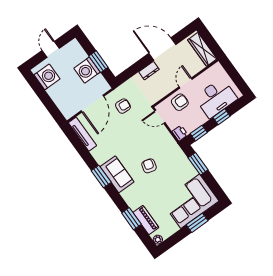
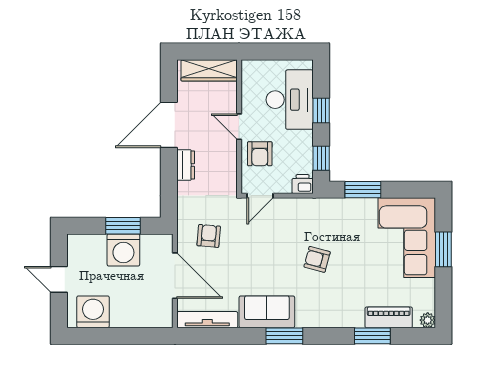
armchair: (180, 102) -> (260, 154), turned 180
sofa: (117, 174) -> (267, 312), moved

